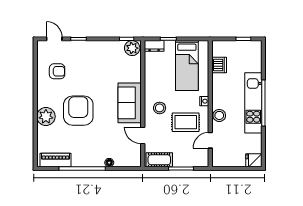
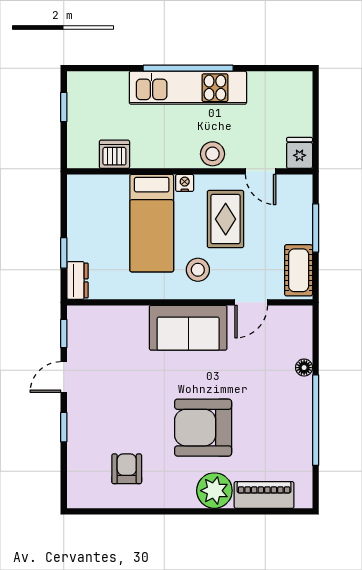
door: (54, 39) -> (64, 377), moved
plant: (132, 48) -> (82, 323), removed
bed: (187, 66) -> (152, 223), moved, turned 90
piano: (55, 160) -> (264, 495), moved, turned 90
fridge: (254, 160) -> (300, 153), moved, turned 180

